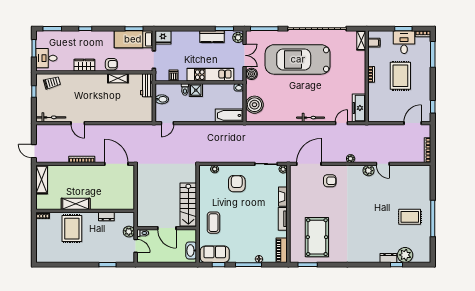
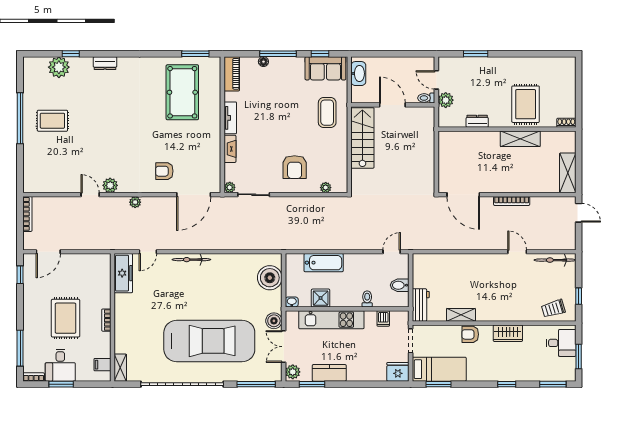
shower: (196, 90) -> (321, 298), moved
bathtub: (229, 115) -> (324, 263), moved
dresser: (388, 258) -> (105, 63), moved

